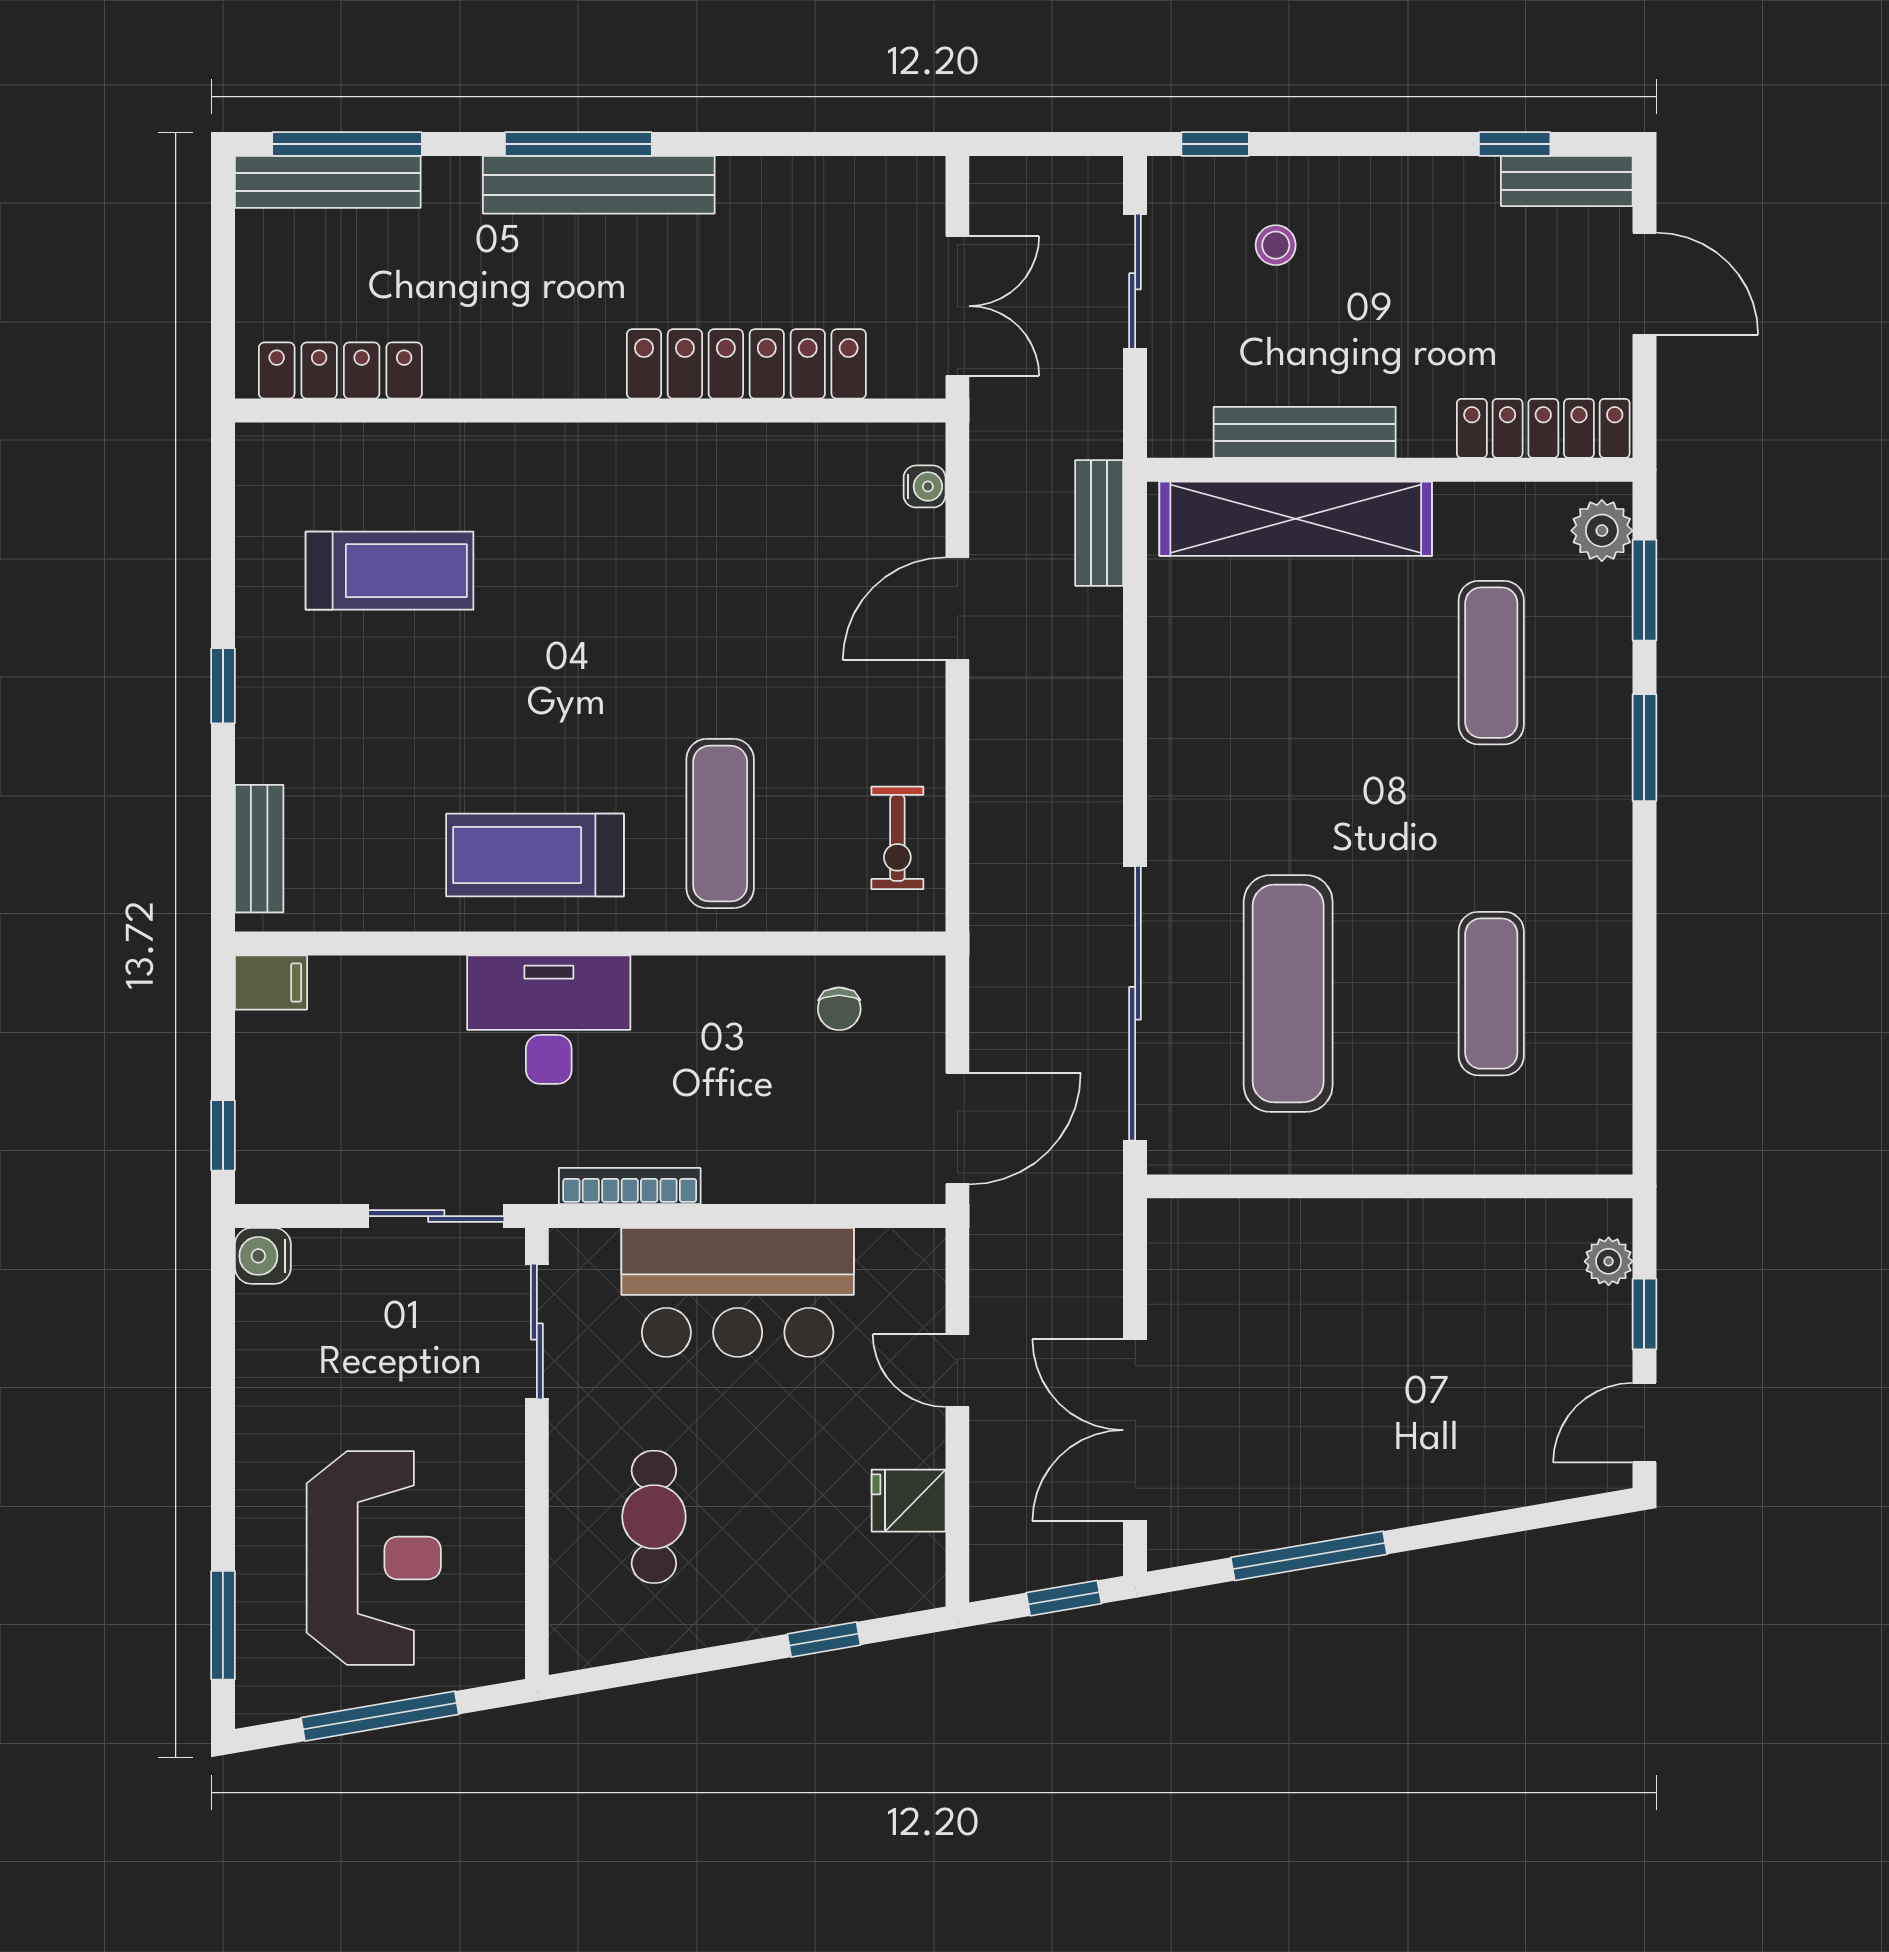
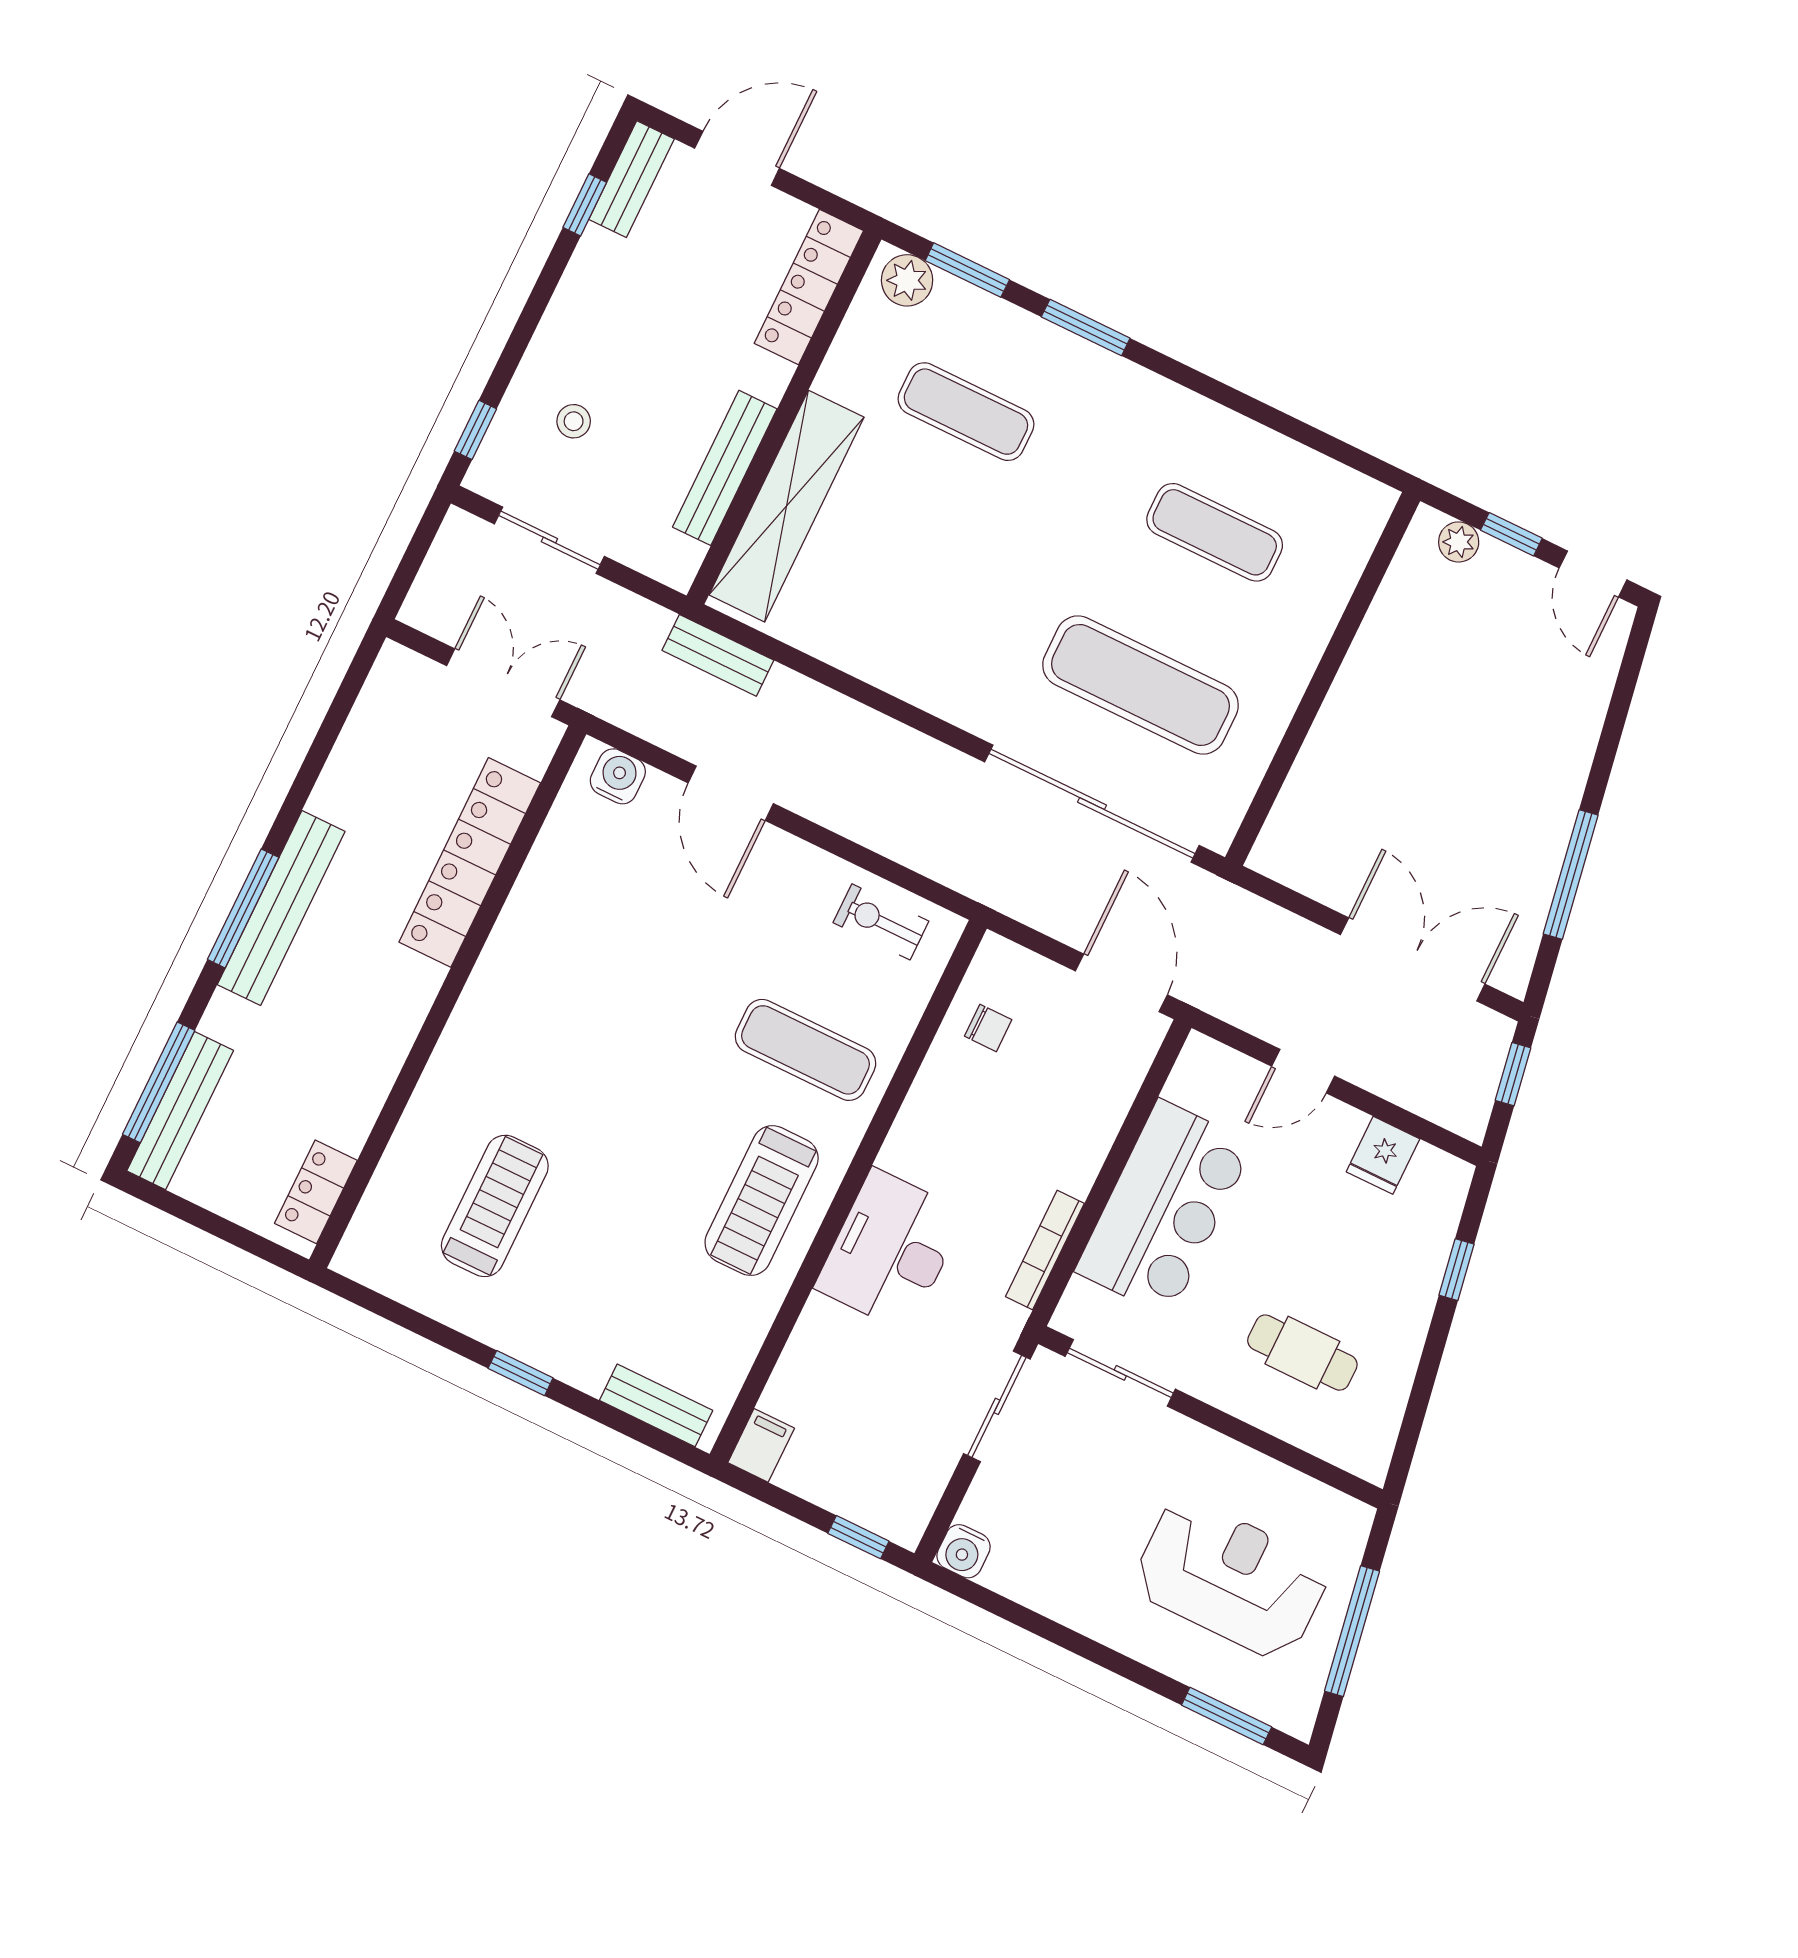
locker: (340, 371) -> (316, 1192), width x0.66
water cooler: (925, 486) -> (618, 776), width x1.38, depth x1.38
exercise bike: (897, 838) -> (881, 922), turned 180
double door: (1135, 1430) -> (1413, 959), swing flipped

